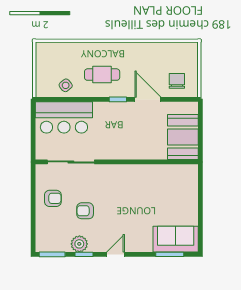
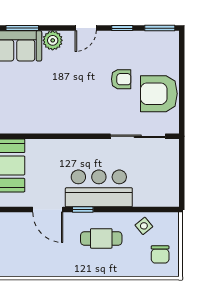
chair: (177, 81) -> (160, 254), moved
bar counter: (64, 117) -> (99, 188), moved
armchair: (53, 198) -> (159, 94), width x1.88, depth x1.88
plant: (79, 244) -> (53, 40), moved

